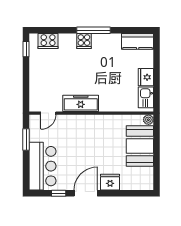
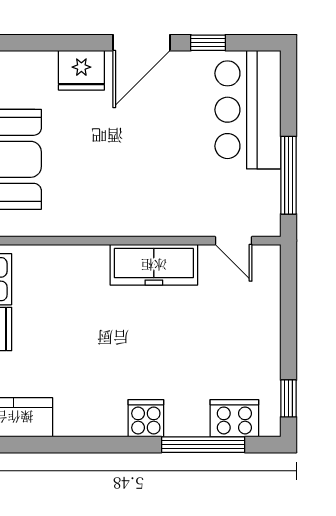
window: (94, 30) -> (203, 445), moved
door: (48, 113) -> (234, 241), swing flipped
window: (26, 140) -> (288, 175), width x1.44

